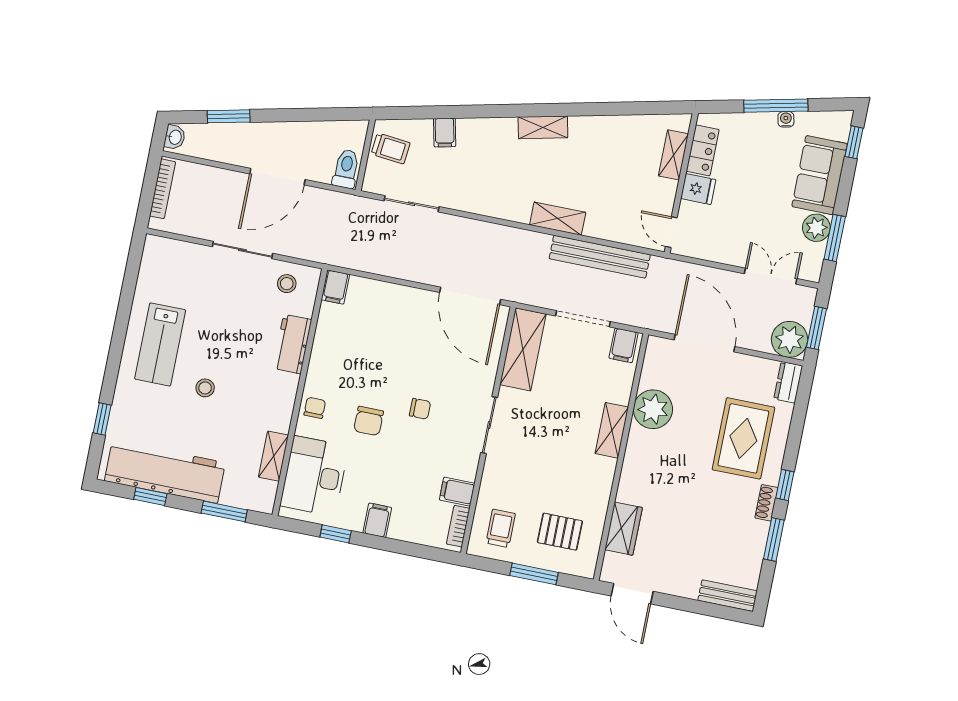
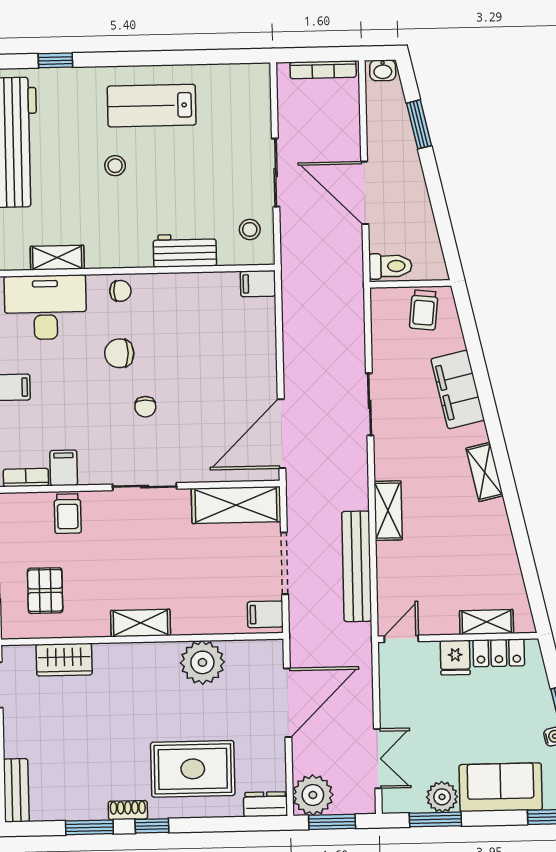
filing cabinet: (445, 133) -> (458, 390), width x3.00, depth x1.17
sliding door: (411, 204) -> (370, 404), moved
shelving: (612, 430) -> (141, 623), moved
trolley: (501, 528) -> (68, 514), moved, turned 90

